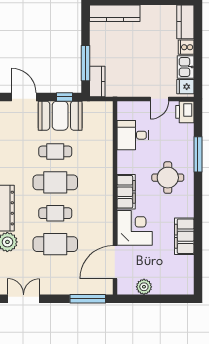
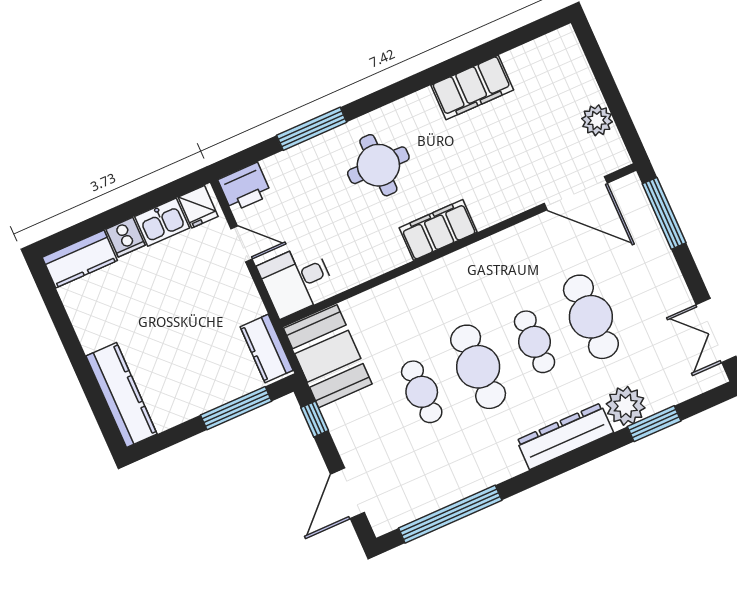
kitchen counter: (97, 82) -> (267, 349), moved, turned -90
booth: (60, 116) -> (328, 356), moved
desk: (133, 135) -> (297, 280), moved, turned 90
corner desk: (135, 228) -> (497, 185), removed

